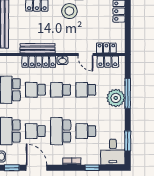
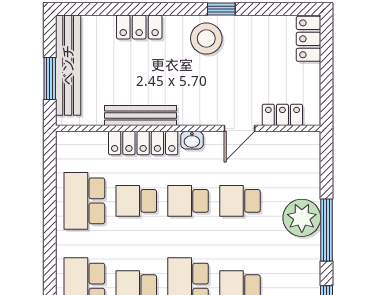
door: (86, 55) -> (239, 128), hinge flipped
locker: (108, 62) -> (285, 143), removed
window: (128, 93) -> (326, 230), moved

